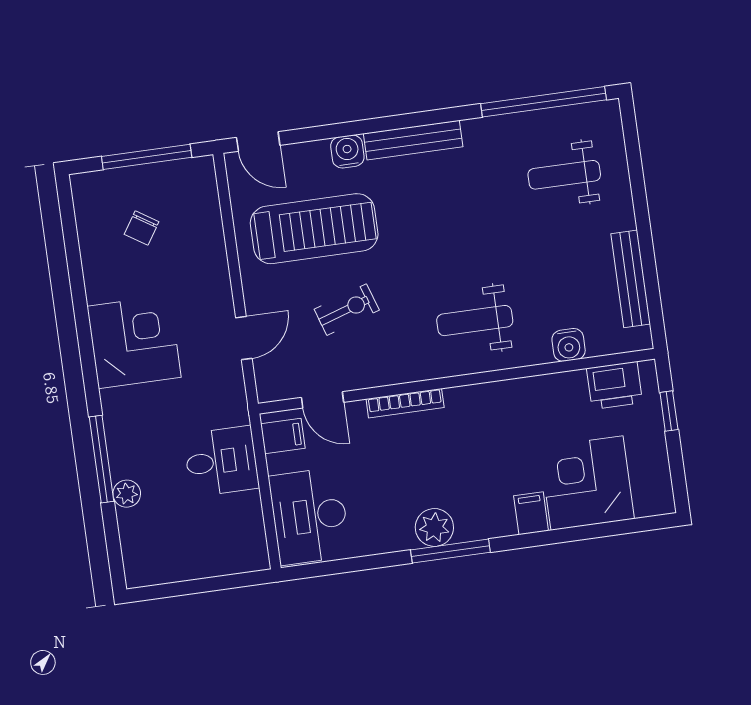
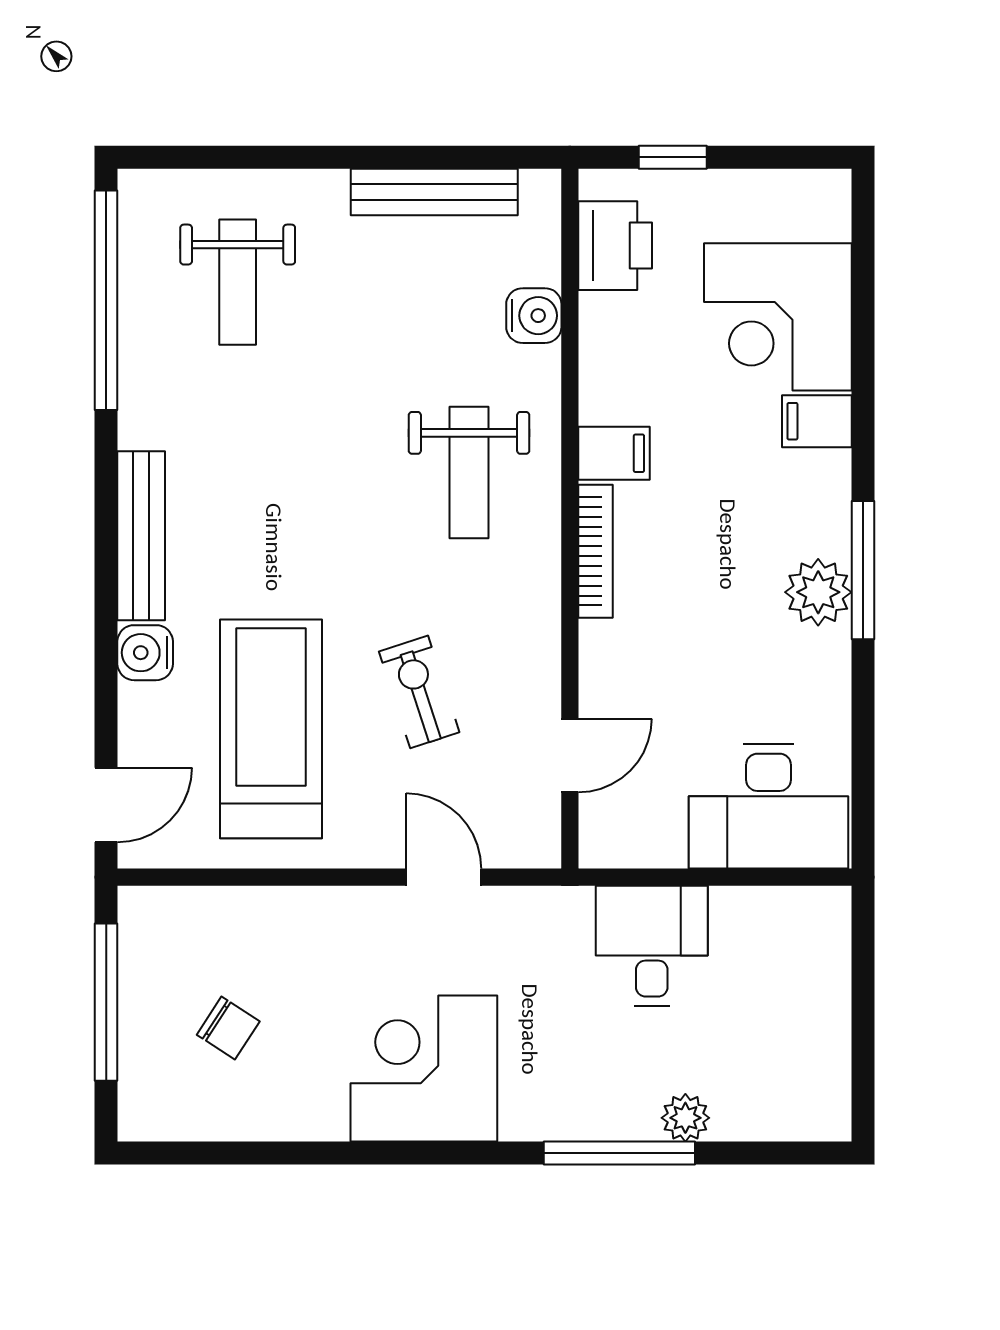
bookcase: (405, 403) -> (595, 551), moved
filing cabinet: (283, 436) -> (614, 453), moved, turned 90

